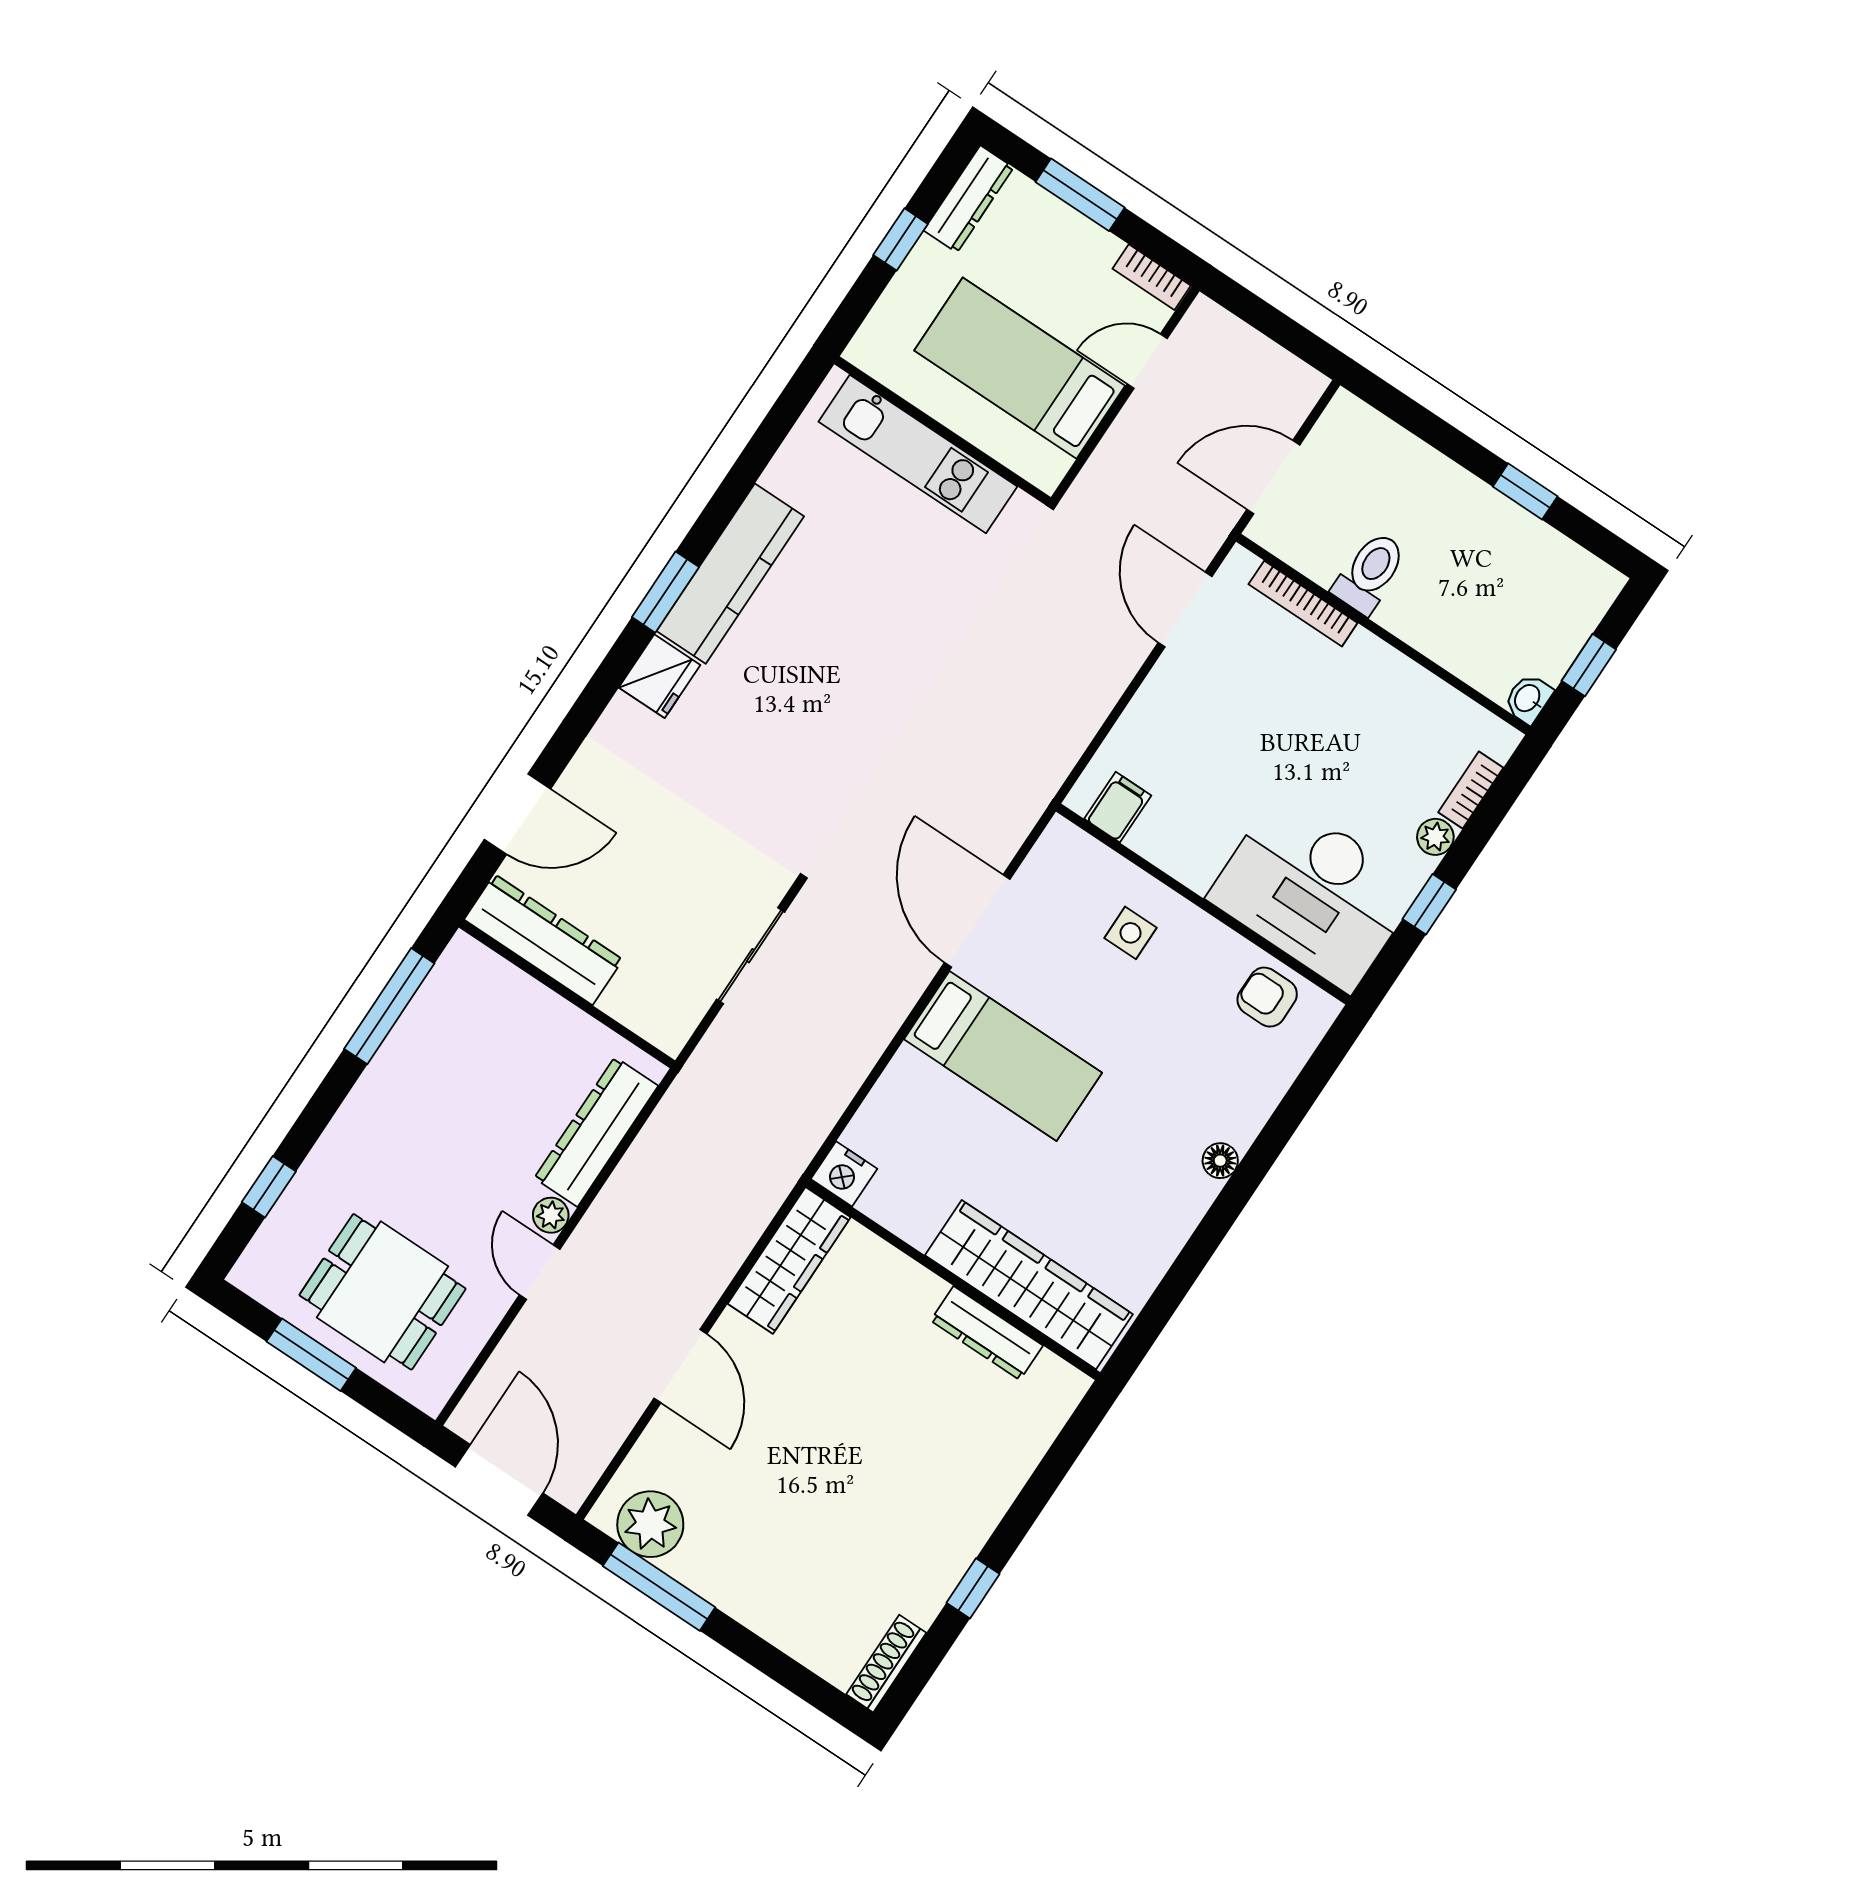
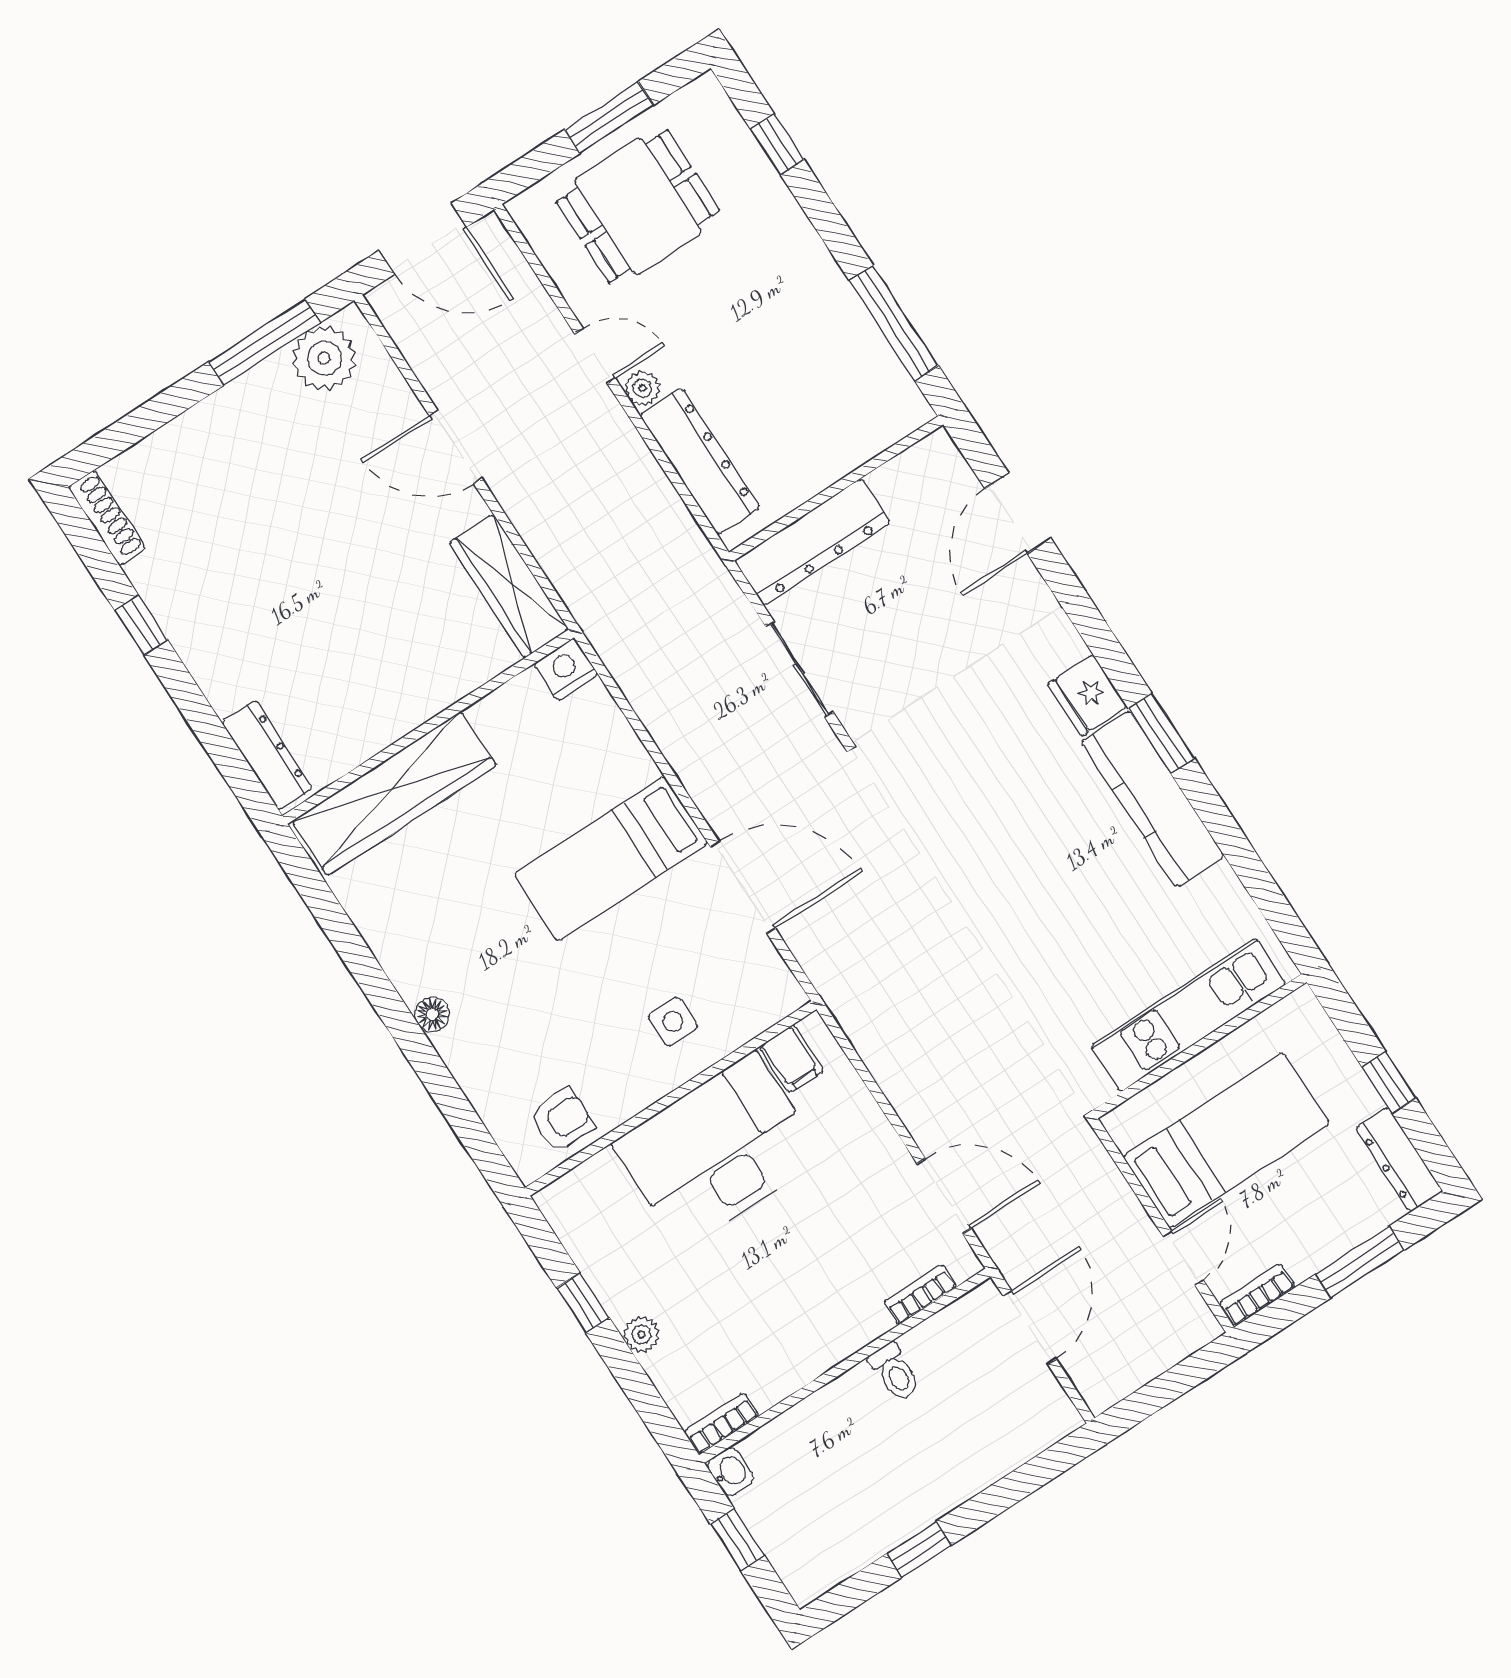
toilet: (1370, 573) -> (895, 1372), width x0.73, depth x0.72
bookcase: (1303, 604) -> (920, 1294), width x0.64
bookcase: (1471, 790) -> (721, 1424), moved, turned -90
desk: (1314, 893) -> (718, 1151), moved
dresser: (543, 940) -> (812, 542), moved
dresser: (987, 1333) -> (267, 755), moved, turned 90

